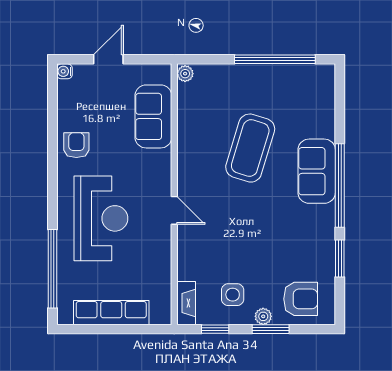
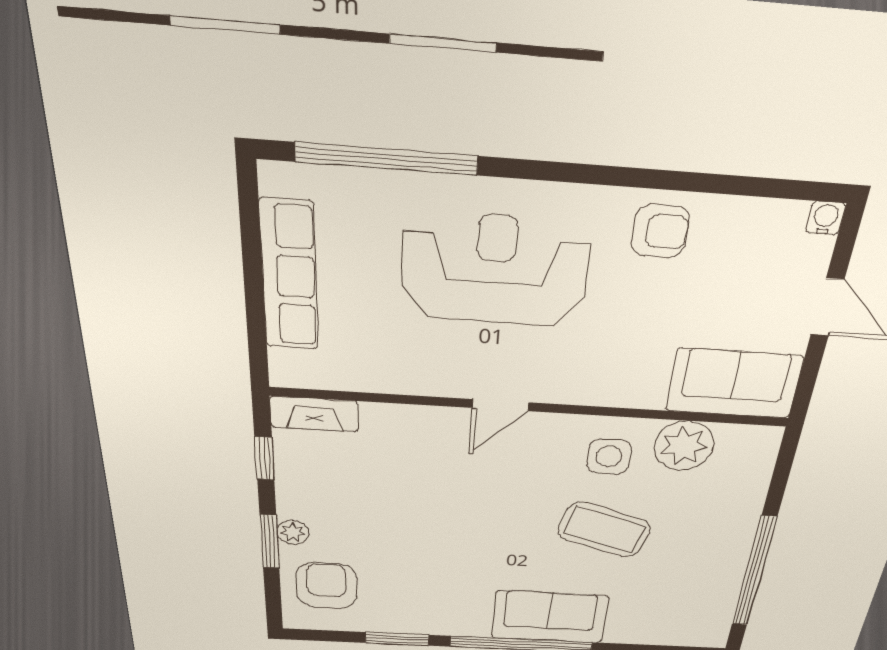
plant: (185, 74) -> (684, 446), moved, width x1.88, depth x1.88
sofa: (153, 116) -> (734, 383), moved
coffee table: (250, 148) -> (604, 530), width x0.73, depth x0.76
reception desk: (101, 218) -> (495, 270), turned 180
side table: (233, 295) -> (609, 457), moved
armchair: (301, 299) -> (327, 586), turned 180

